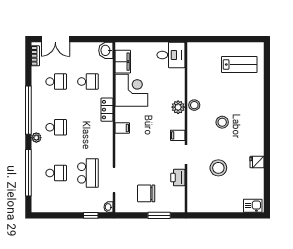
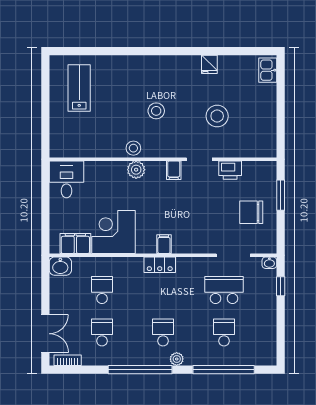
locker: (107, 110) -> (160, 265), moved
chair: (146, 193) -> (251, 212), turned 90

